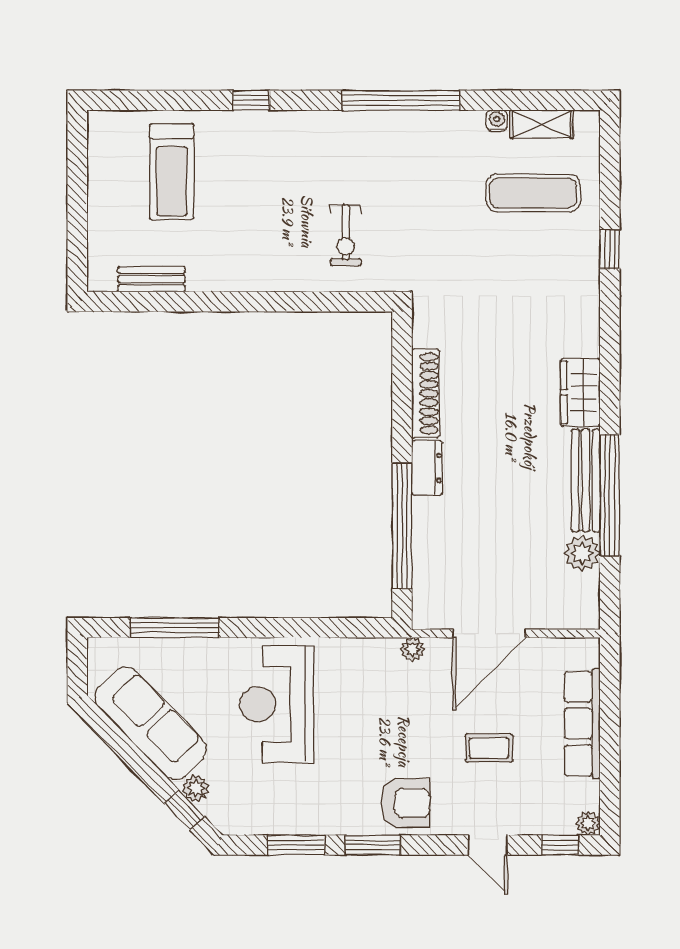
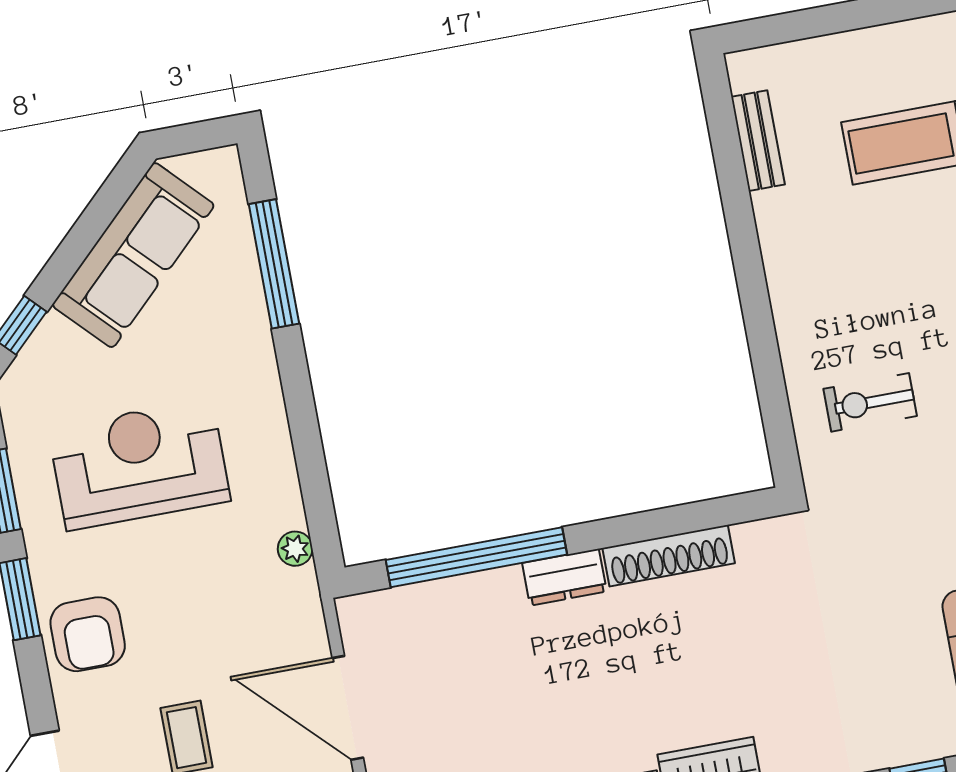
plant: (412, 649) -> (295, 549), moved
reception desk: (277, 704) -> (139, 465), moved
plant: (196, 788) -> (54, 336), removed

